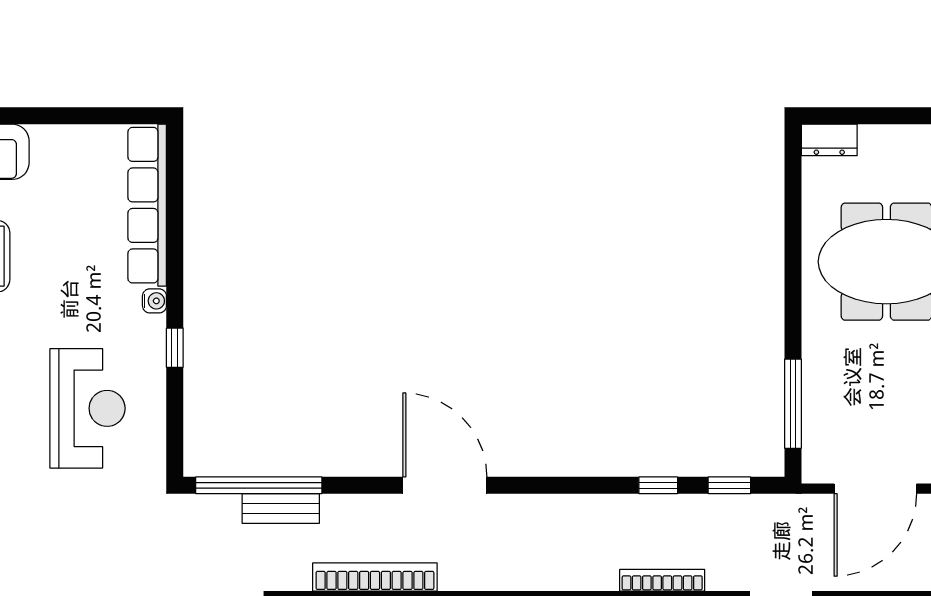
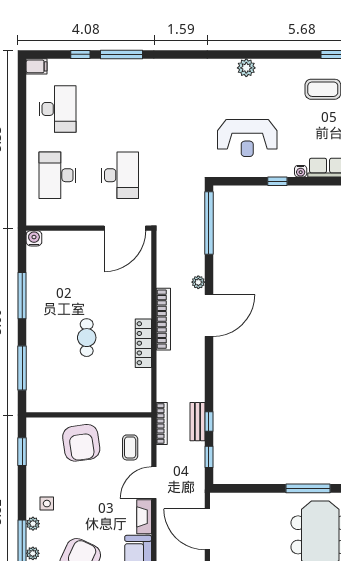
window: (793, 404) -> (308, 488), moved
plant: (378, 507) -> (198, 282), added
bench: (281, 508) -> (197, 422), moved
bookcase: (375, 577) -> (163, 319), moved

